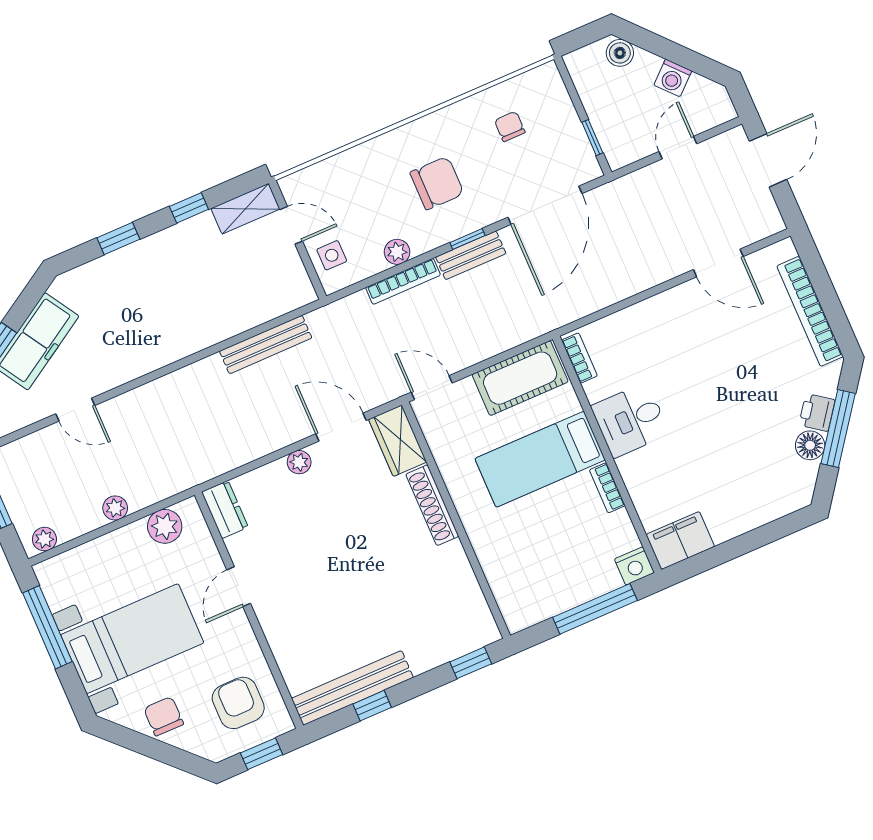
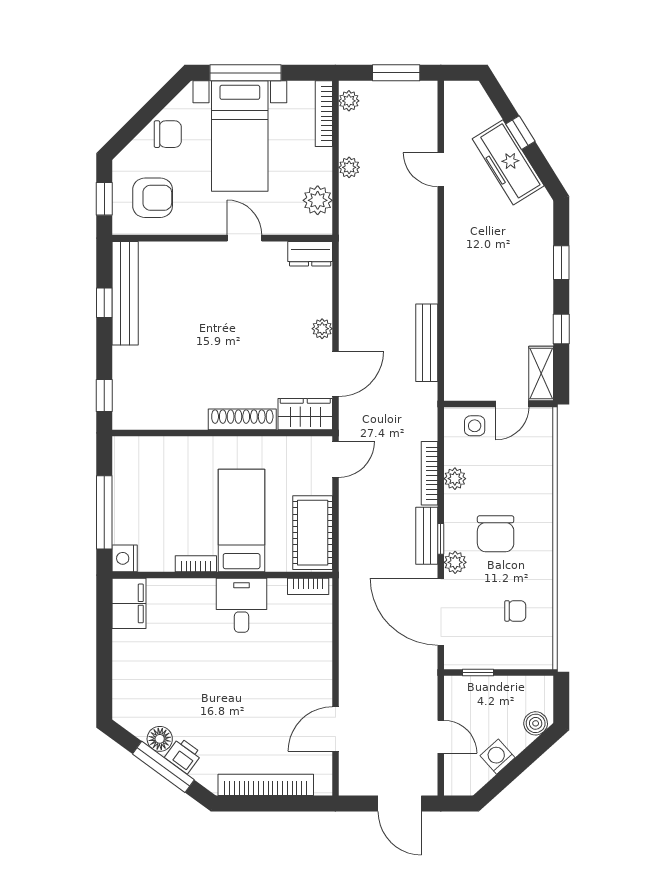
plant: (486, 213) -> (455, 562), added
door: (75, 410) -> (441, 170), hinge flipped
bookcase: (70, 560) -> (324, 114), added
window: (47, 627) -> (245, 73), moved

